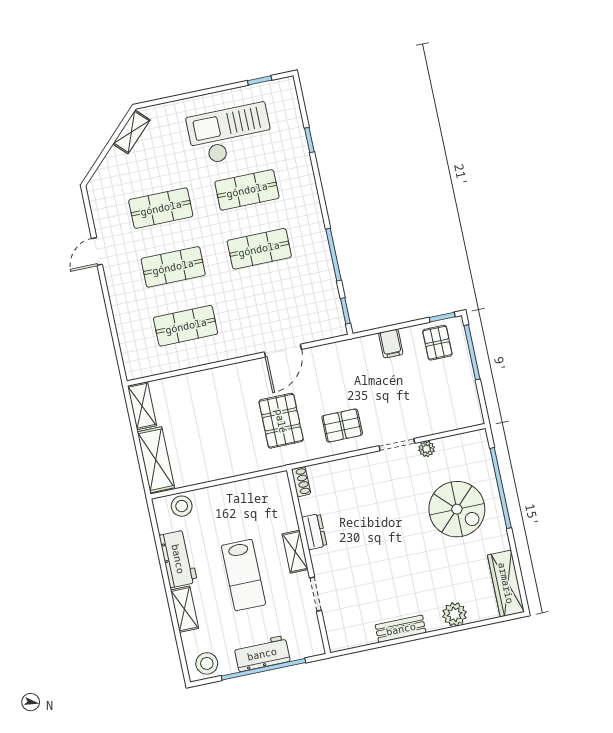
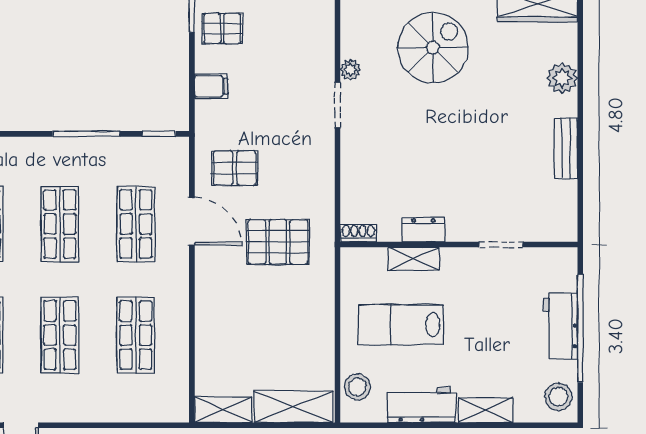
shop shelf: (272, 308) -> (136, 224), added
pallet: (342, 426) -> (235, 168), moved, turned 90
shelving: (295, 552) -> (414, 259), moved
lab bench: (243, 575) -> (401, 325), moved, turned 180

